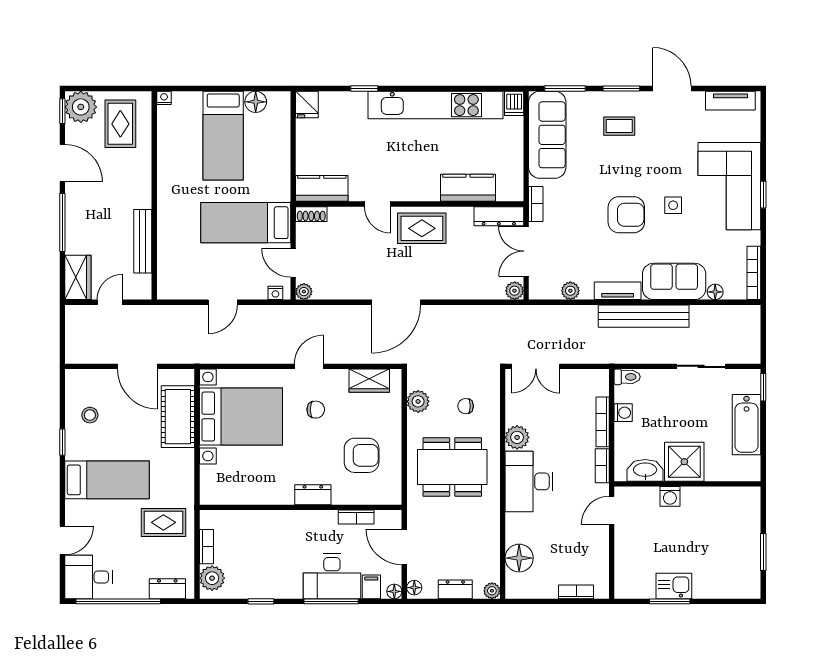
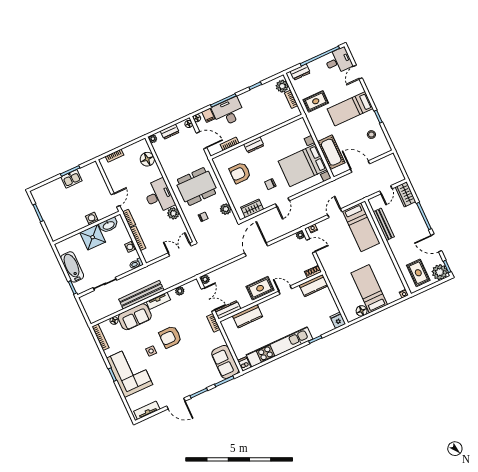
coffee table: (619, 126) -> (192, 376), removed
sofa: (547, 135) -> (225, 362), width x0.73
bed: (246, 223) -> (361, 227), moved, turned 90

